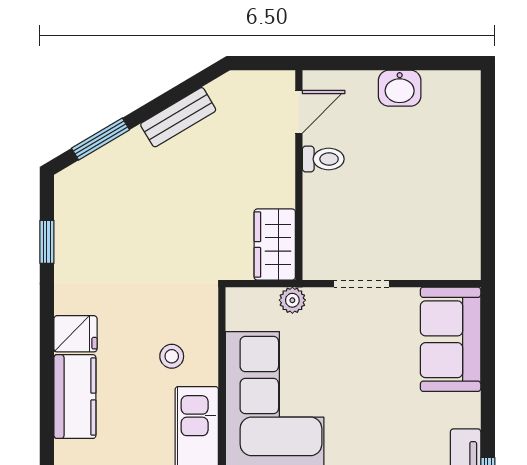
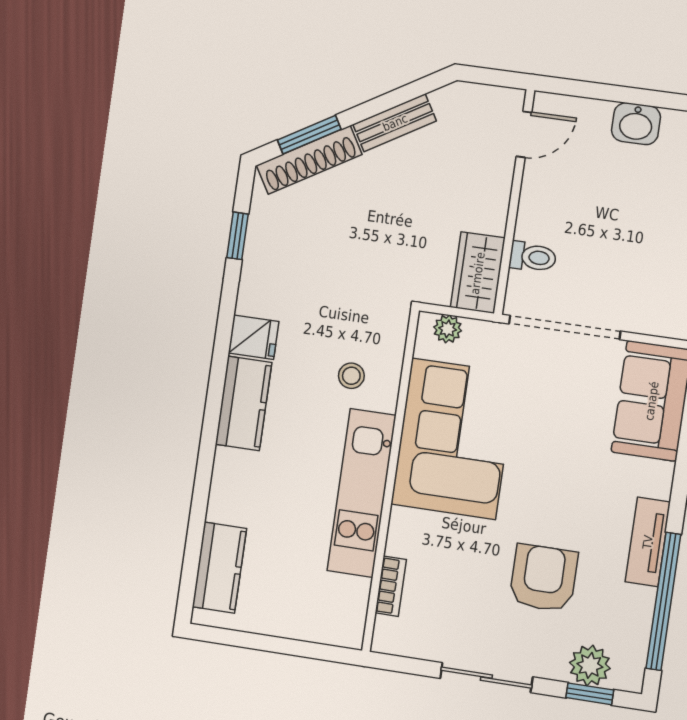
toilet: (323, 159) -> (533, 257), moved
shoe rack: (104, 162) -> (309, 160), added
doorway: (362, 284) -> (565, 327), width x1.88
plant: (292, 300) -> (448, 329), moved

